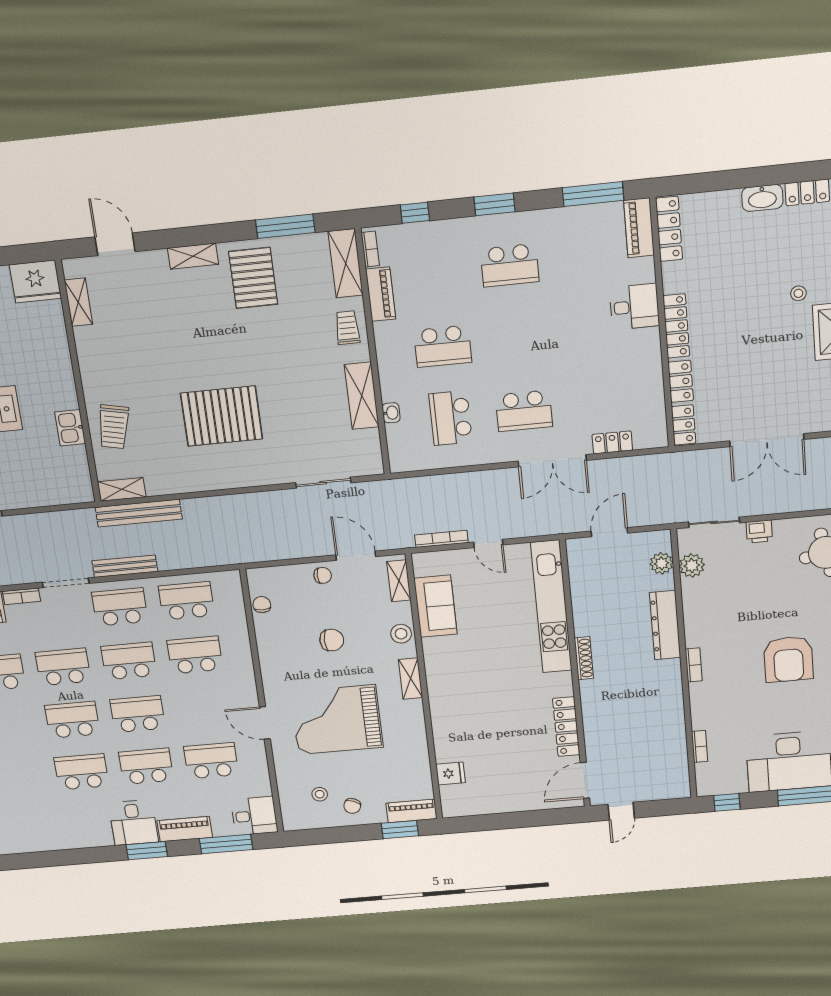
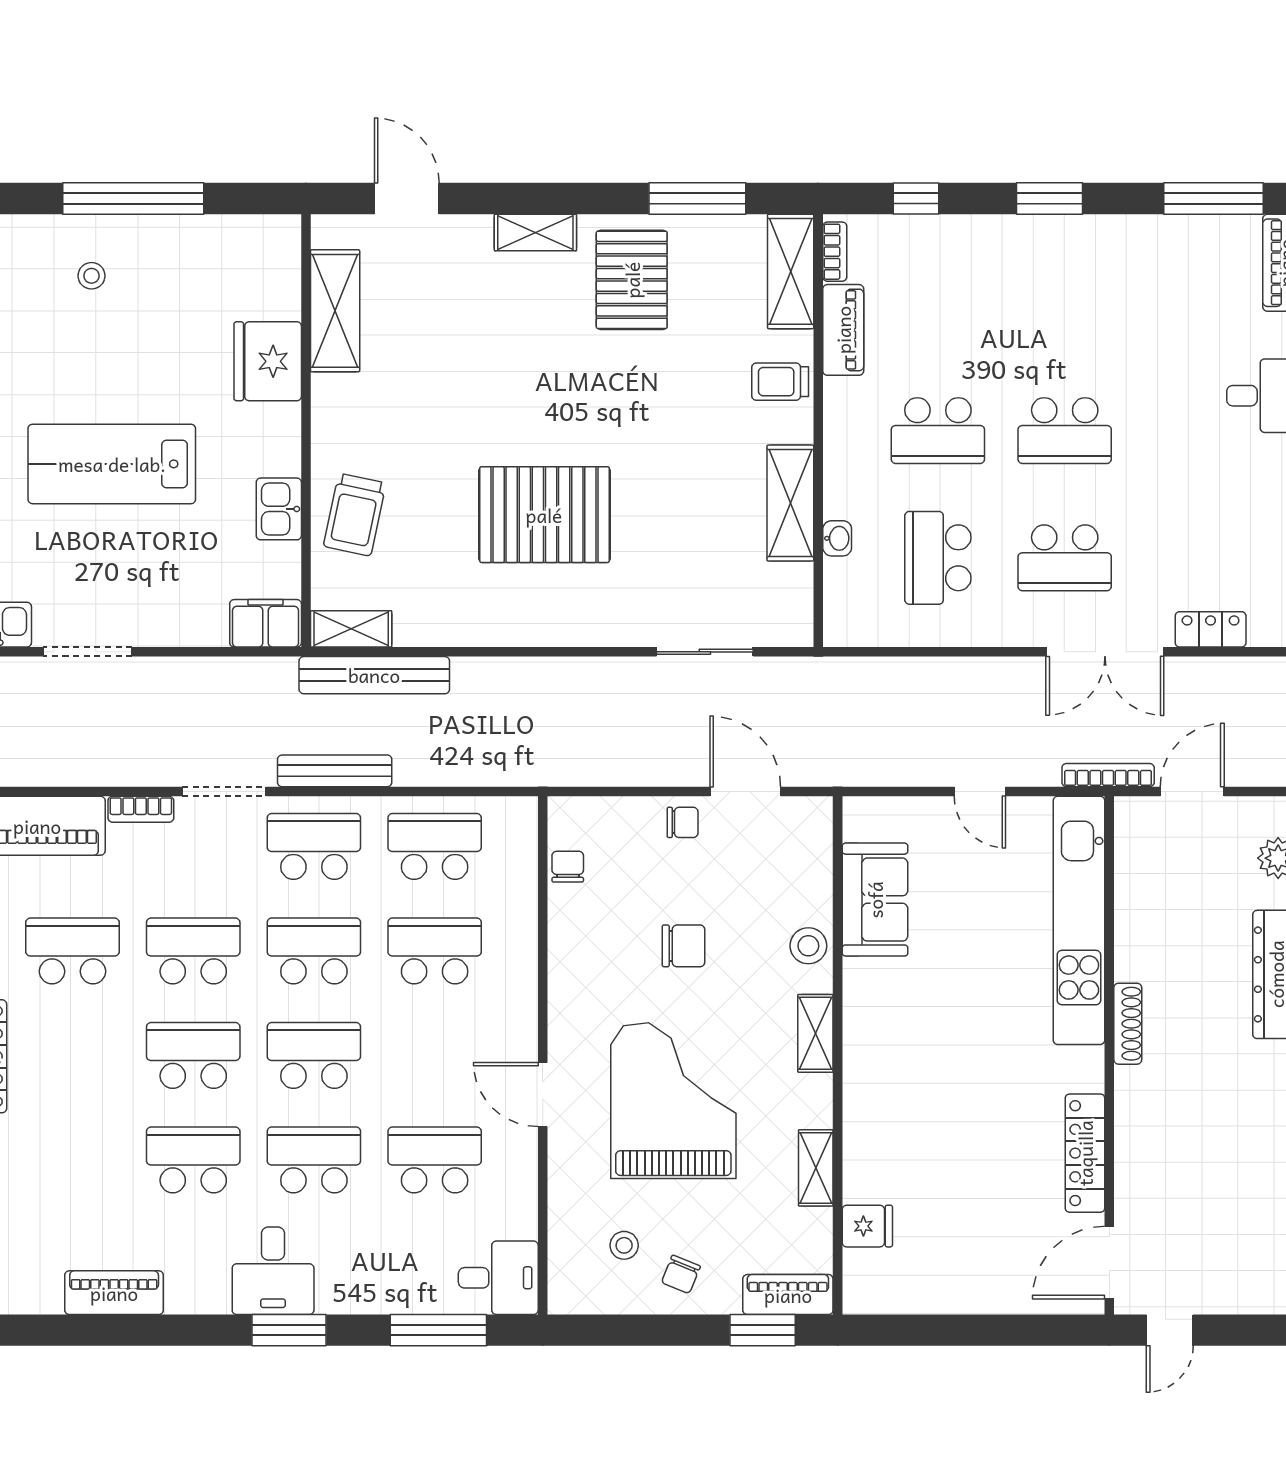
school desk: (510, 265) -> (1065, 431), moved
fridge: (35, 282) -> (268, 361), moved, turned 90
shelving: (78, 302) -> (335, 311), width x1.50, depth x1.33
trolley: (347, 328) -> (780, 382), turned -90
filing cabinet: (73, 491) -> (266, 623), added
bookcase: (441, 539) -> (1108, 775), moved
shelving: (399, 581) -> (816, 1168), moved
grand piano: (337, 720) -> (673, 1101), turned 90
piano: (185, 829) -> (114, 1293), moved

